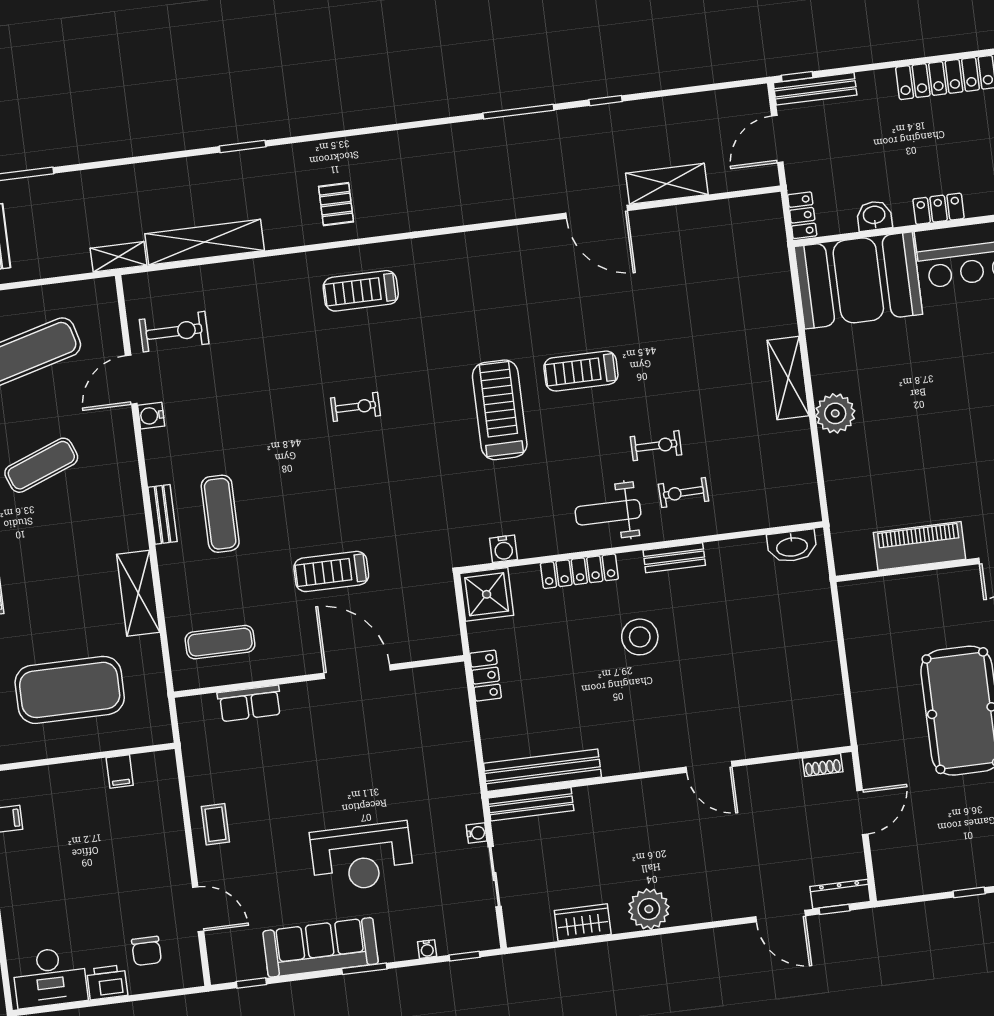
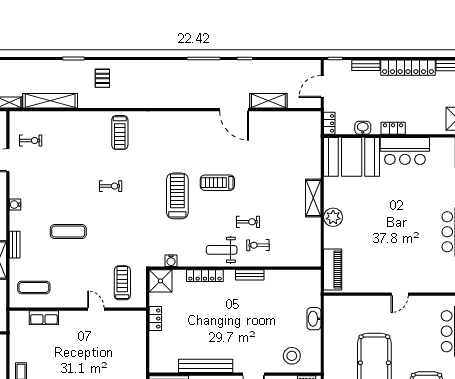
bench: (815, 89) -> (366, 65), moved, width x0.73
pallet: (336, 204) -> (102, 78), moved
treadmill: (361, 291) -> (120, 132), turned -90
exercise bike: (174, 332) -> (31, 140), width x0.73, depth x0.72
water cooler: (151, 416) -> (15, 205), moved
bench: (162, 514) -> (15, 245), moved
exercise mat: (220, 514) -> (68, 232), moved, turned 90
washbasin: (792, 546) -> (314, 319), moved, turned 90
piano: (920, 546) -> (333, 270), moved, turned 90
treadmill: (331, 571) -> (122, 283), moved, turned 90
stool: (640, 637) -> (292, 356), moved
door: (357, 672) -> (96, 309), width x0.53
bench: (542, 770) -> (206, 366), moved

